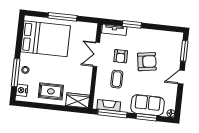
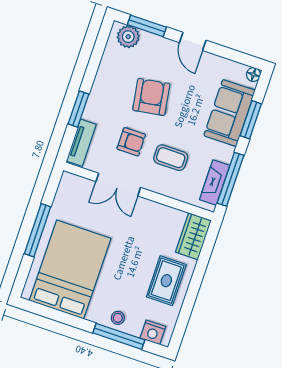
plant: (176, 42) -> (128, 37), added

